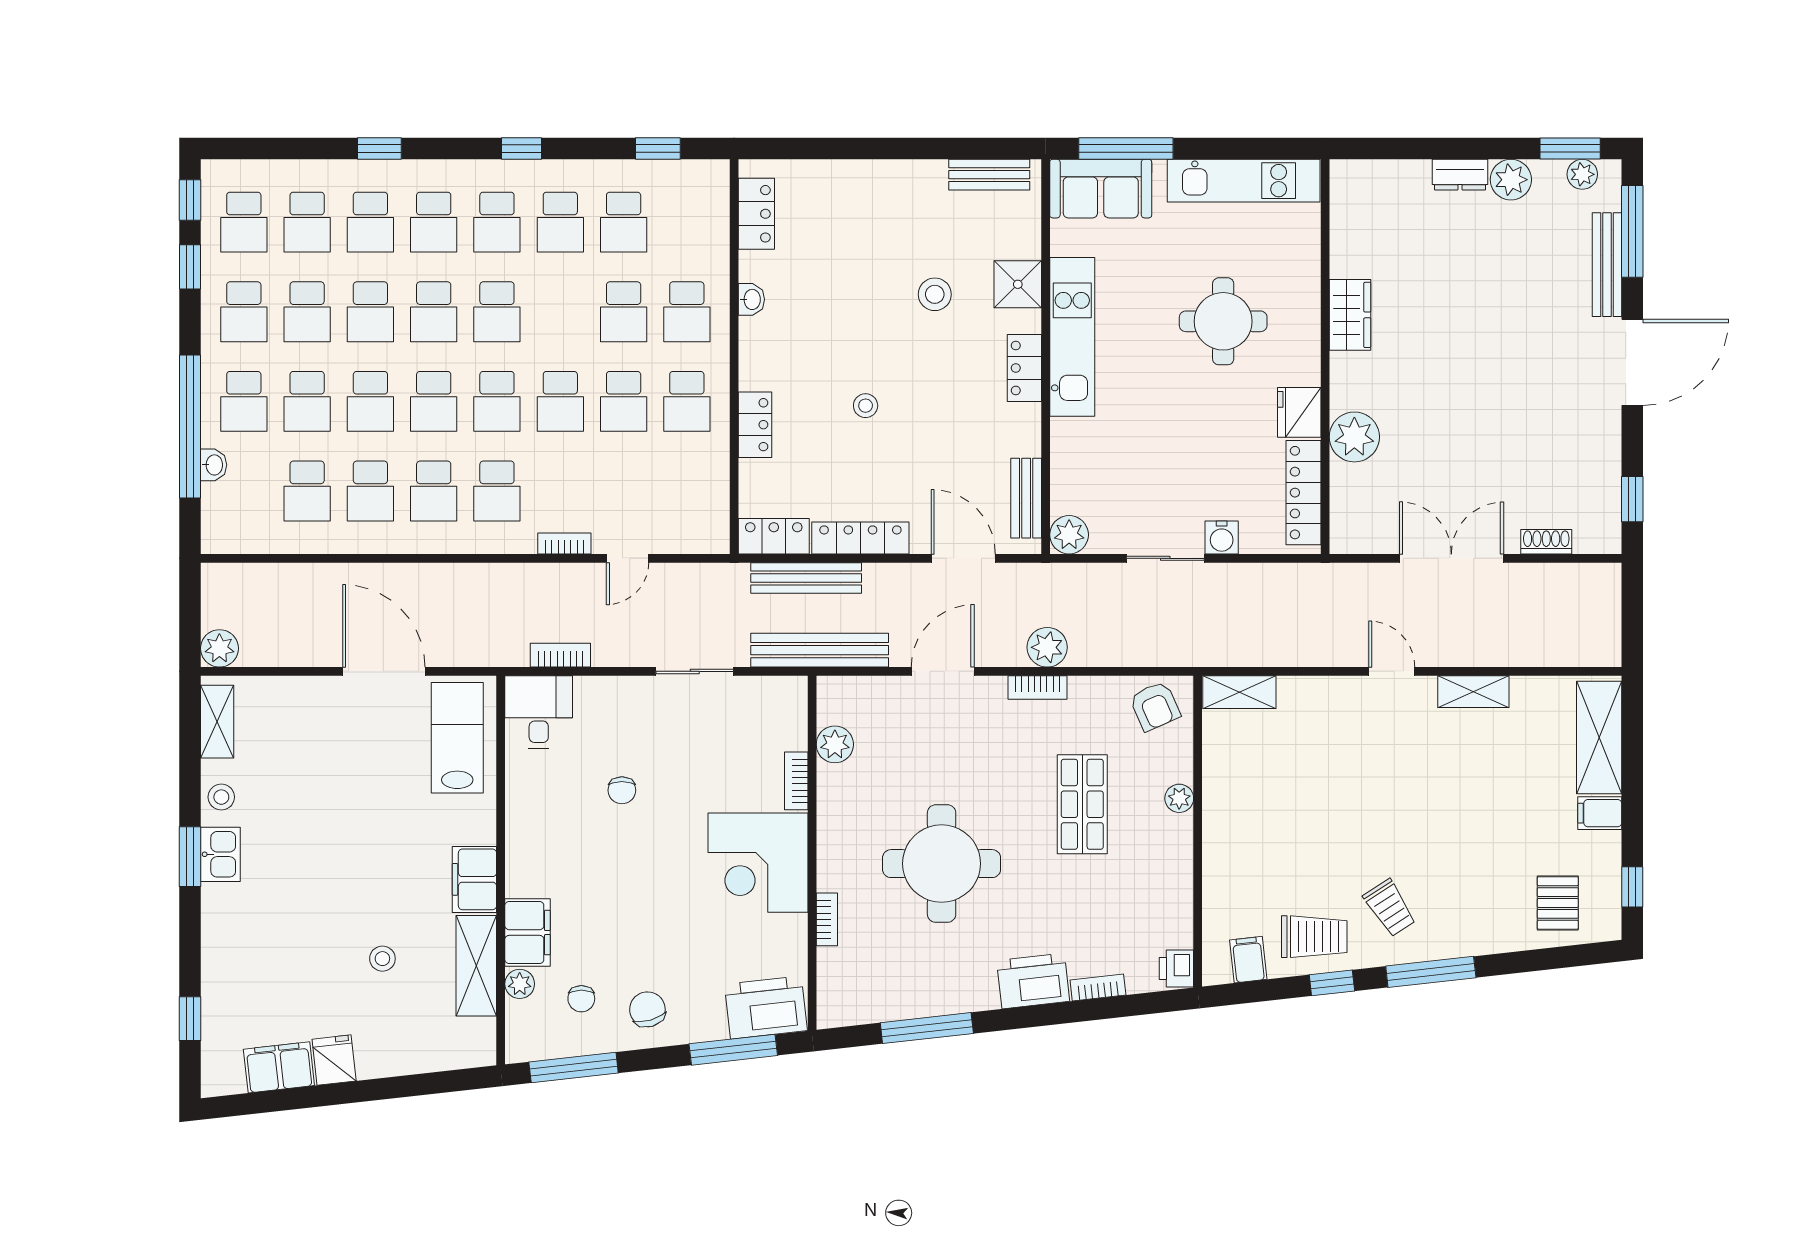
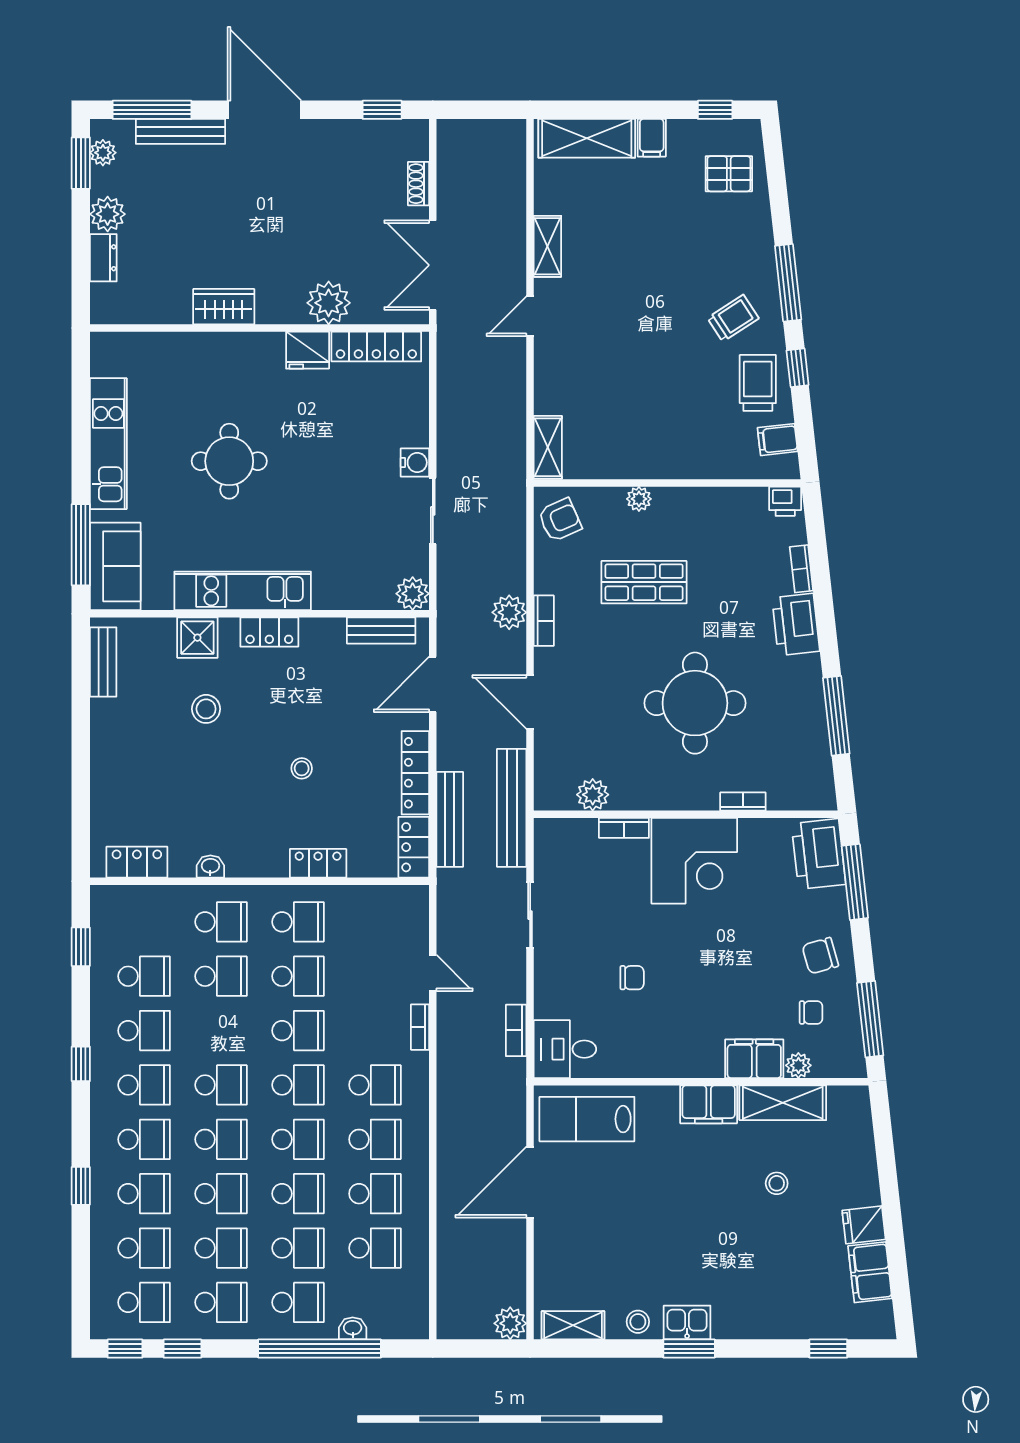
wardrobe: (1350, 315) -> (224, 307), moved
wall: (1325, 357) -> (260, 328), moved
fridge: (1299, 412) -> (308, 350), moved
plant: (1354, 437) -> (329, 303), moved
locker: (1304, 493) -> (376, 347), moved

